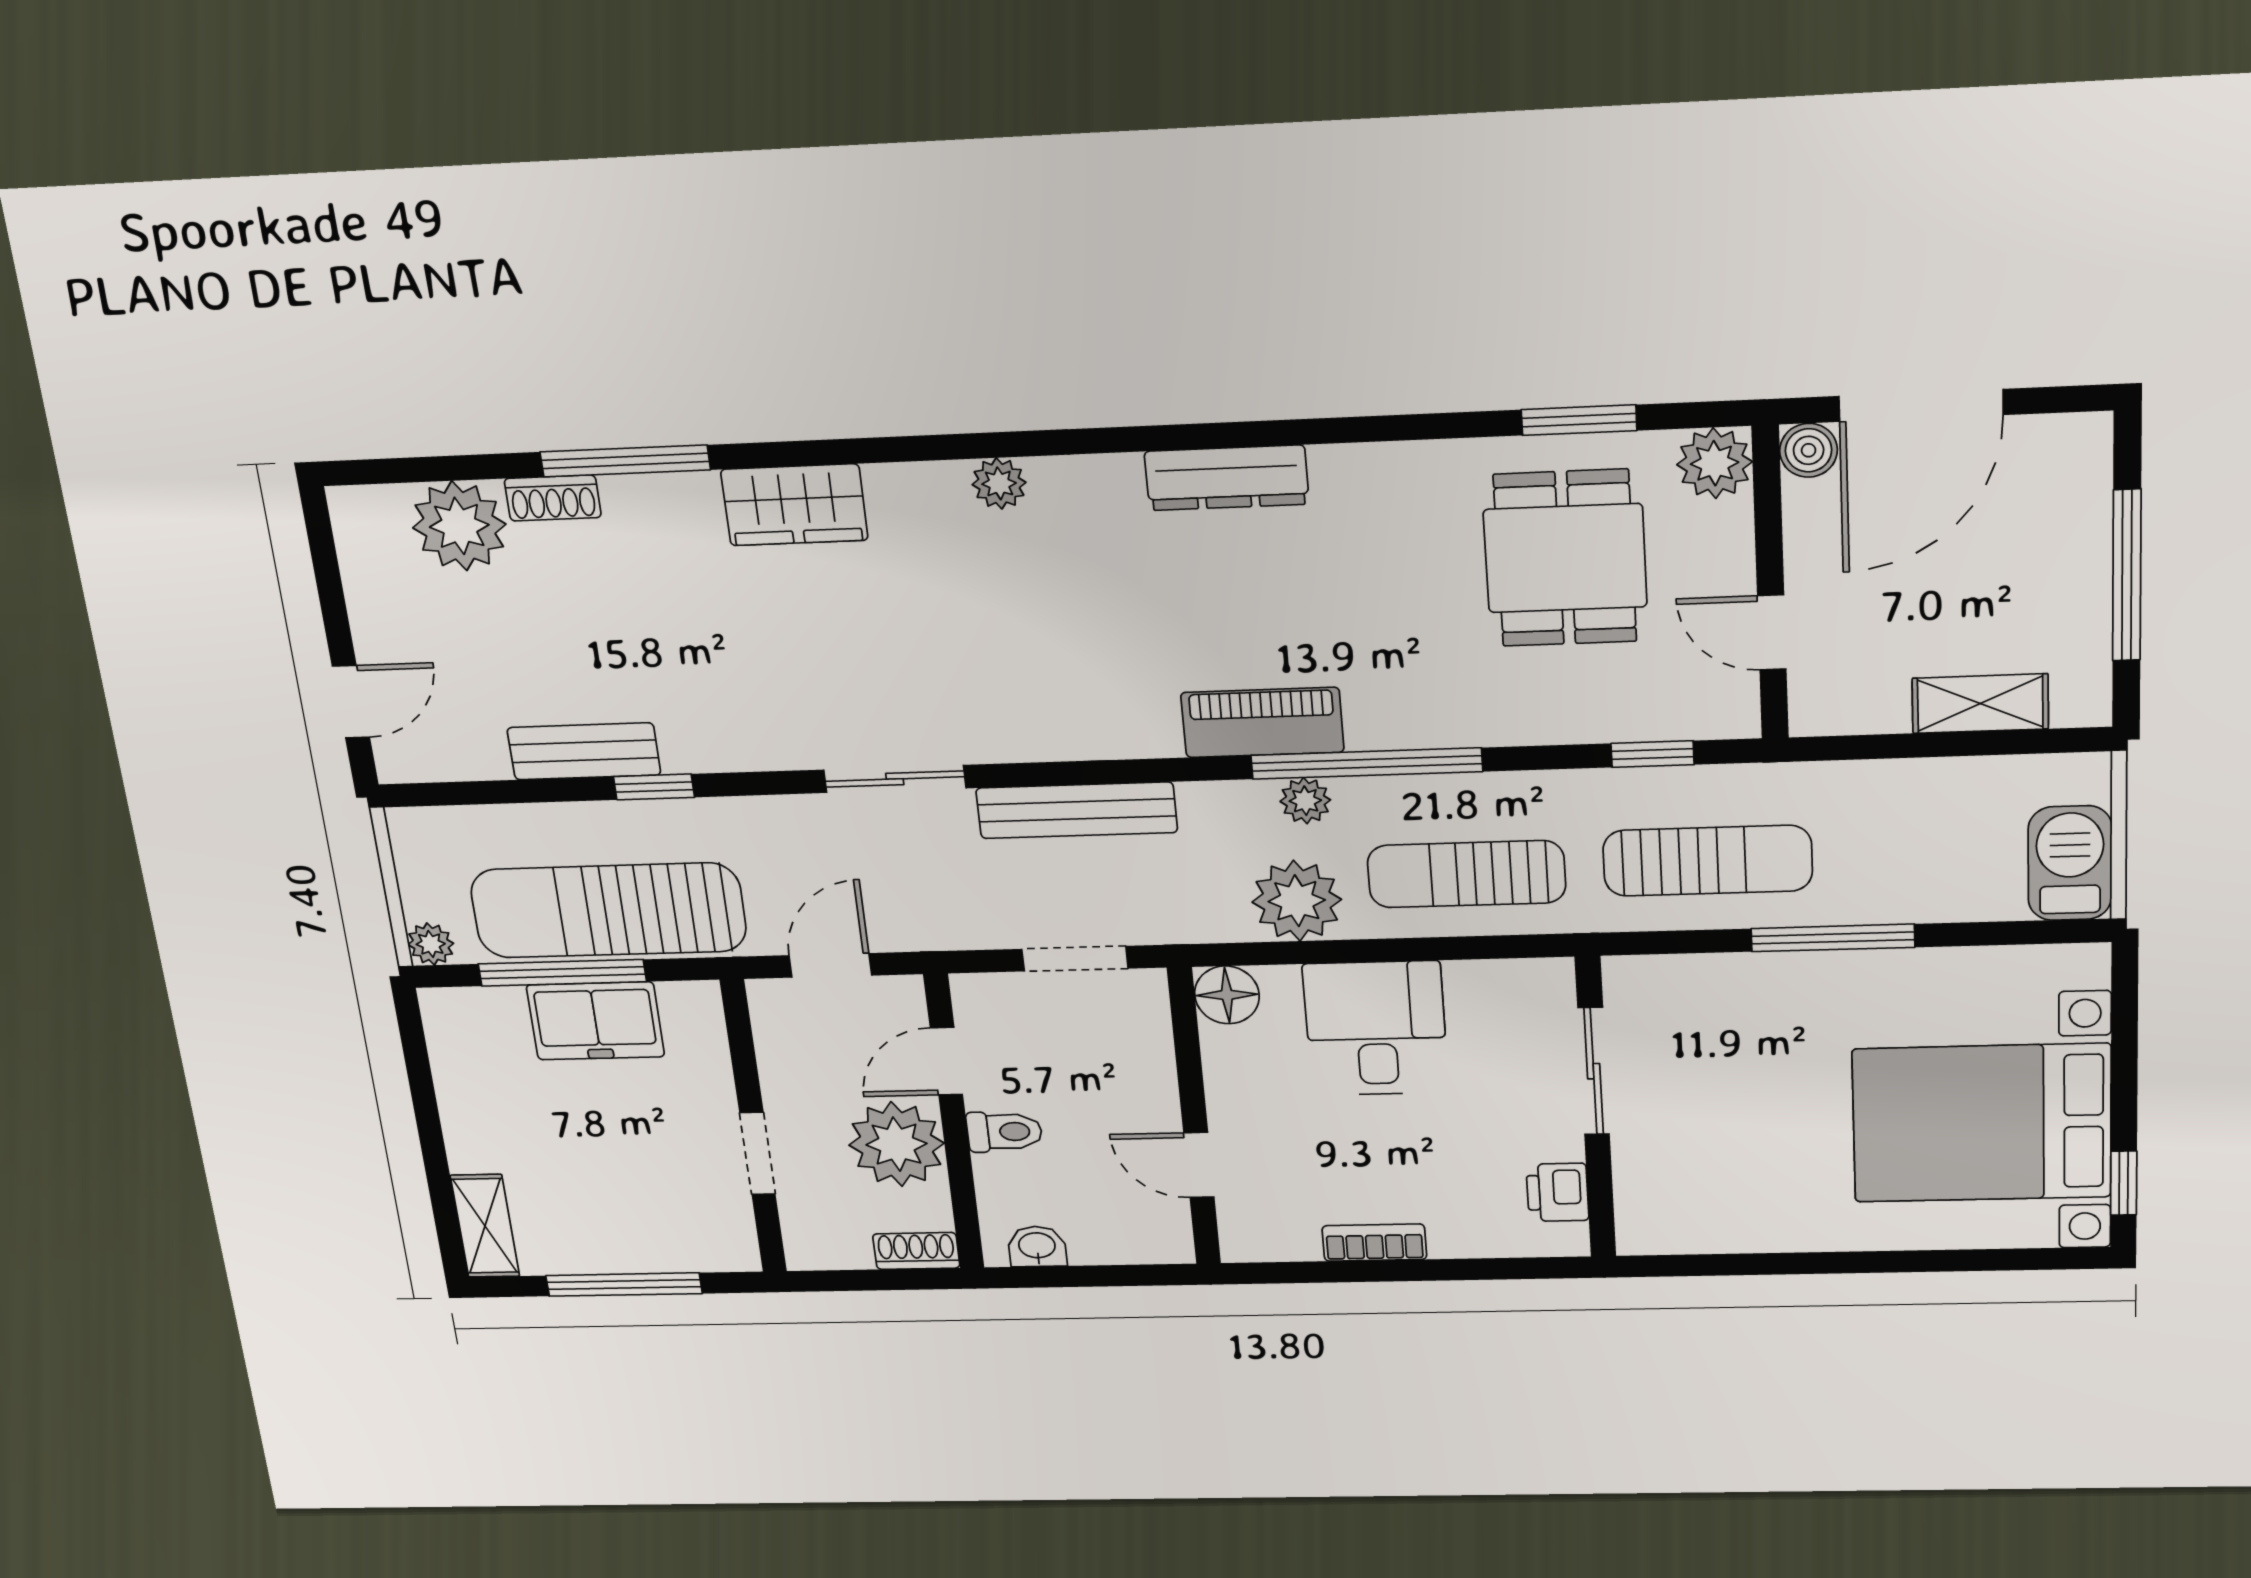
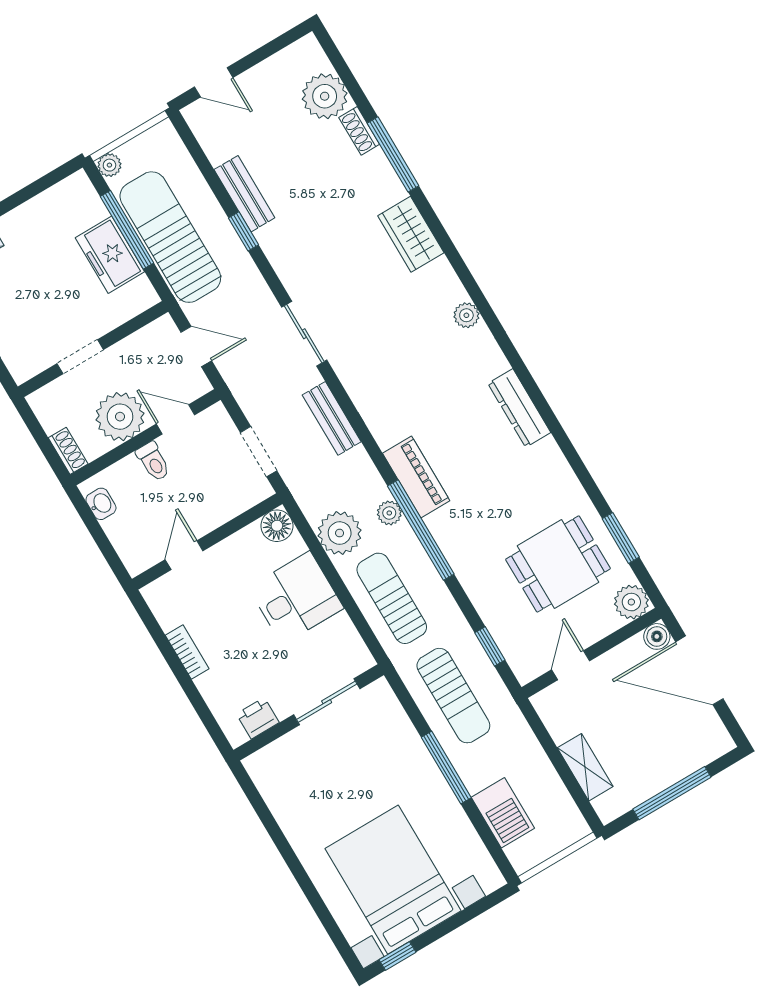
bench: (1077, 810) -> (332, 418), width x0.73
barbecue: (2070, 863) -> (503, 813), moved, turned 90

